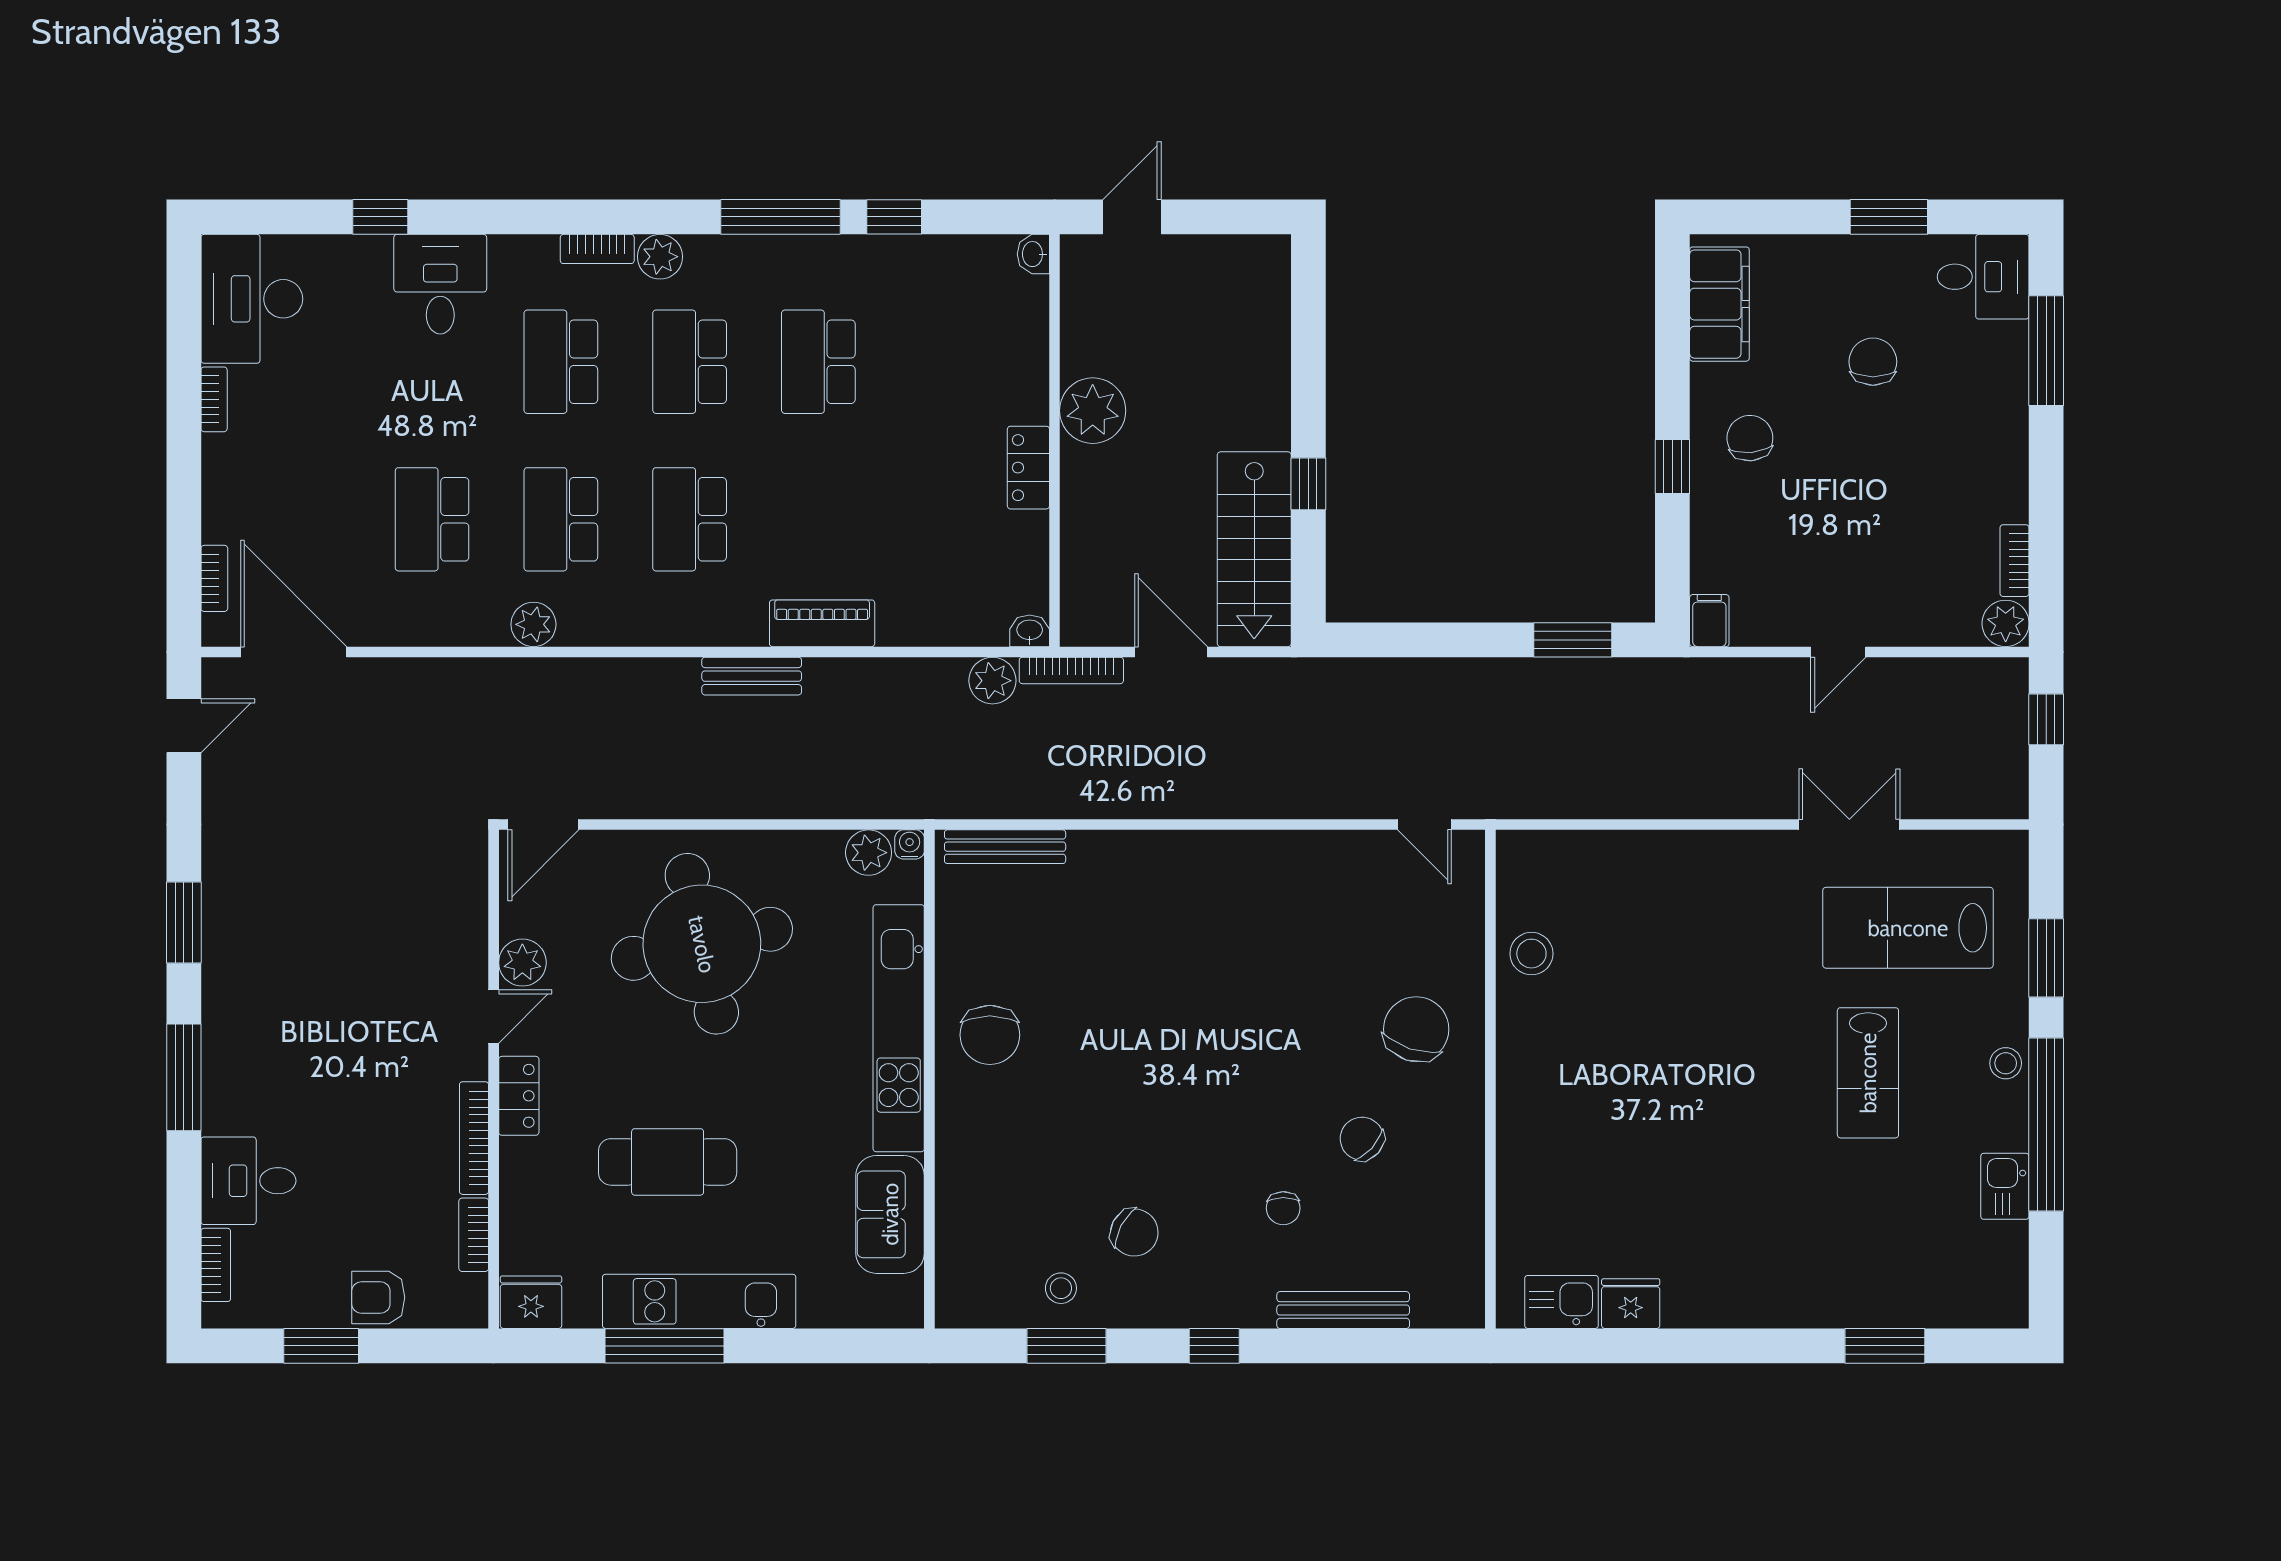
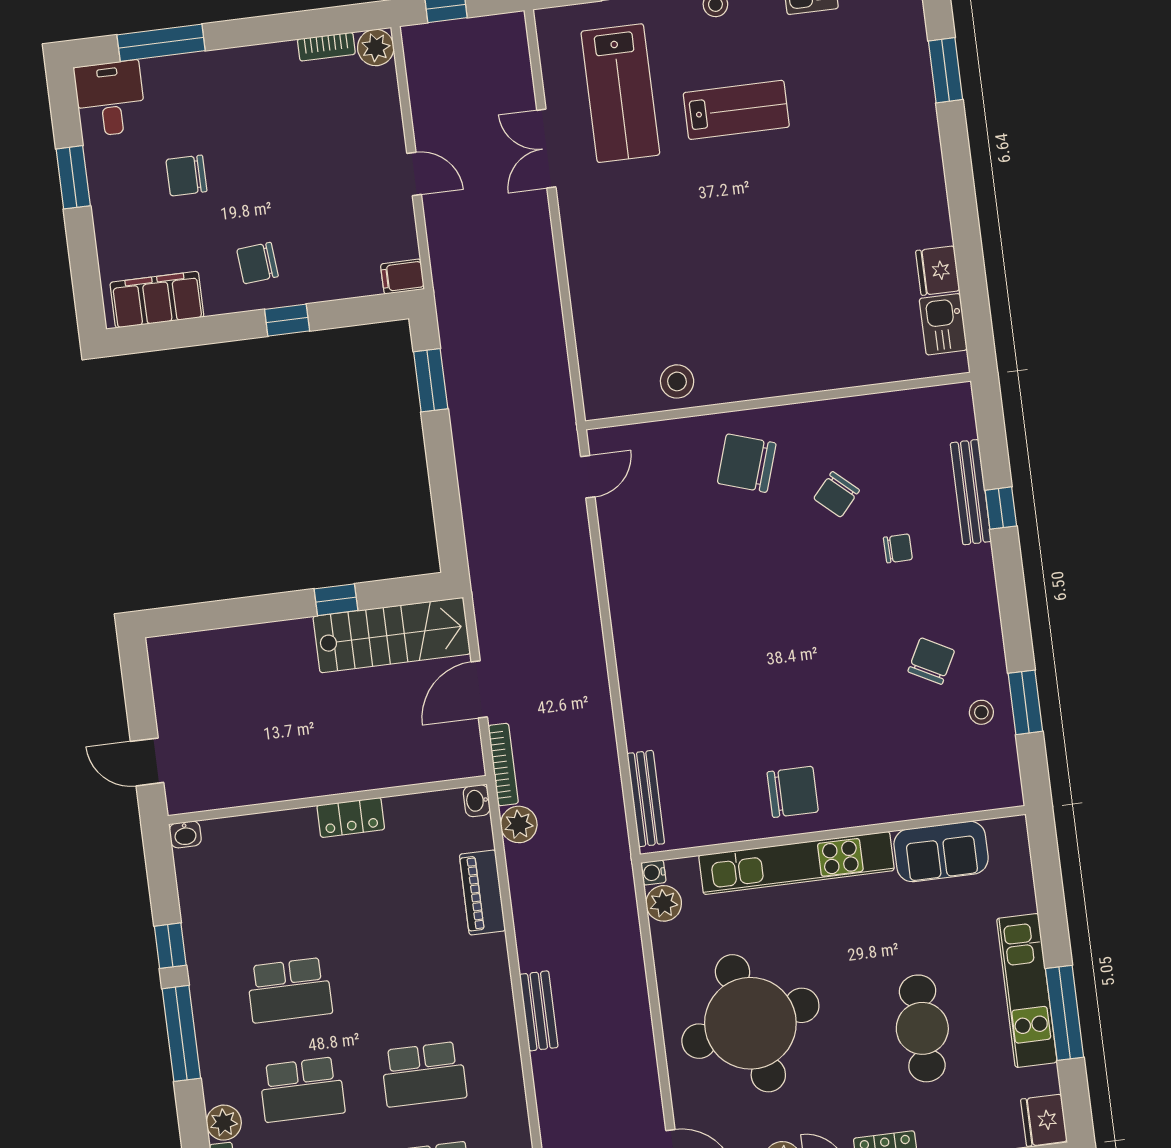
plant: (1093, 411) -> (300, 773), removed
piano: (822, 623) -> (482, 892), moved
window: (1214, 1346) -> (1001, 508), moved

